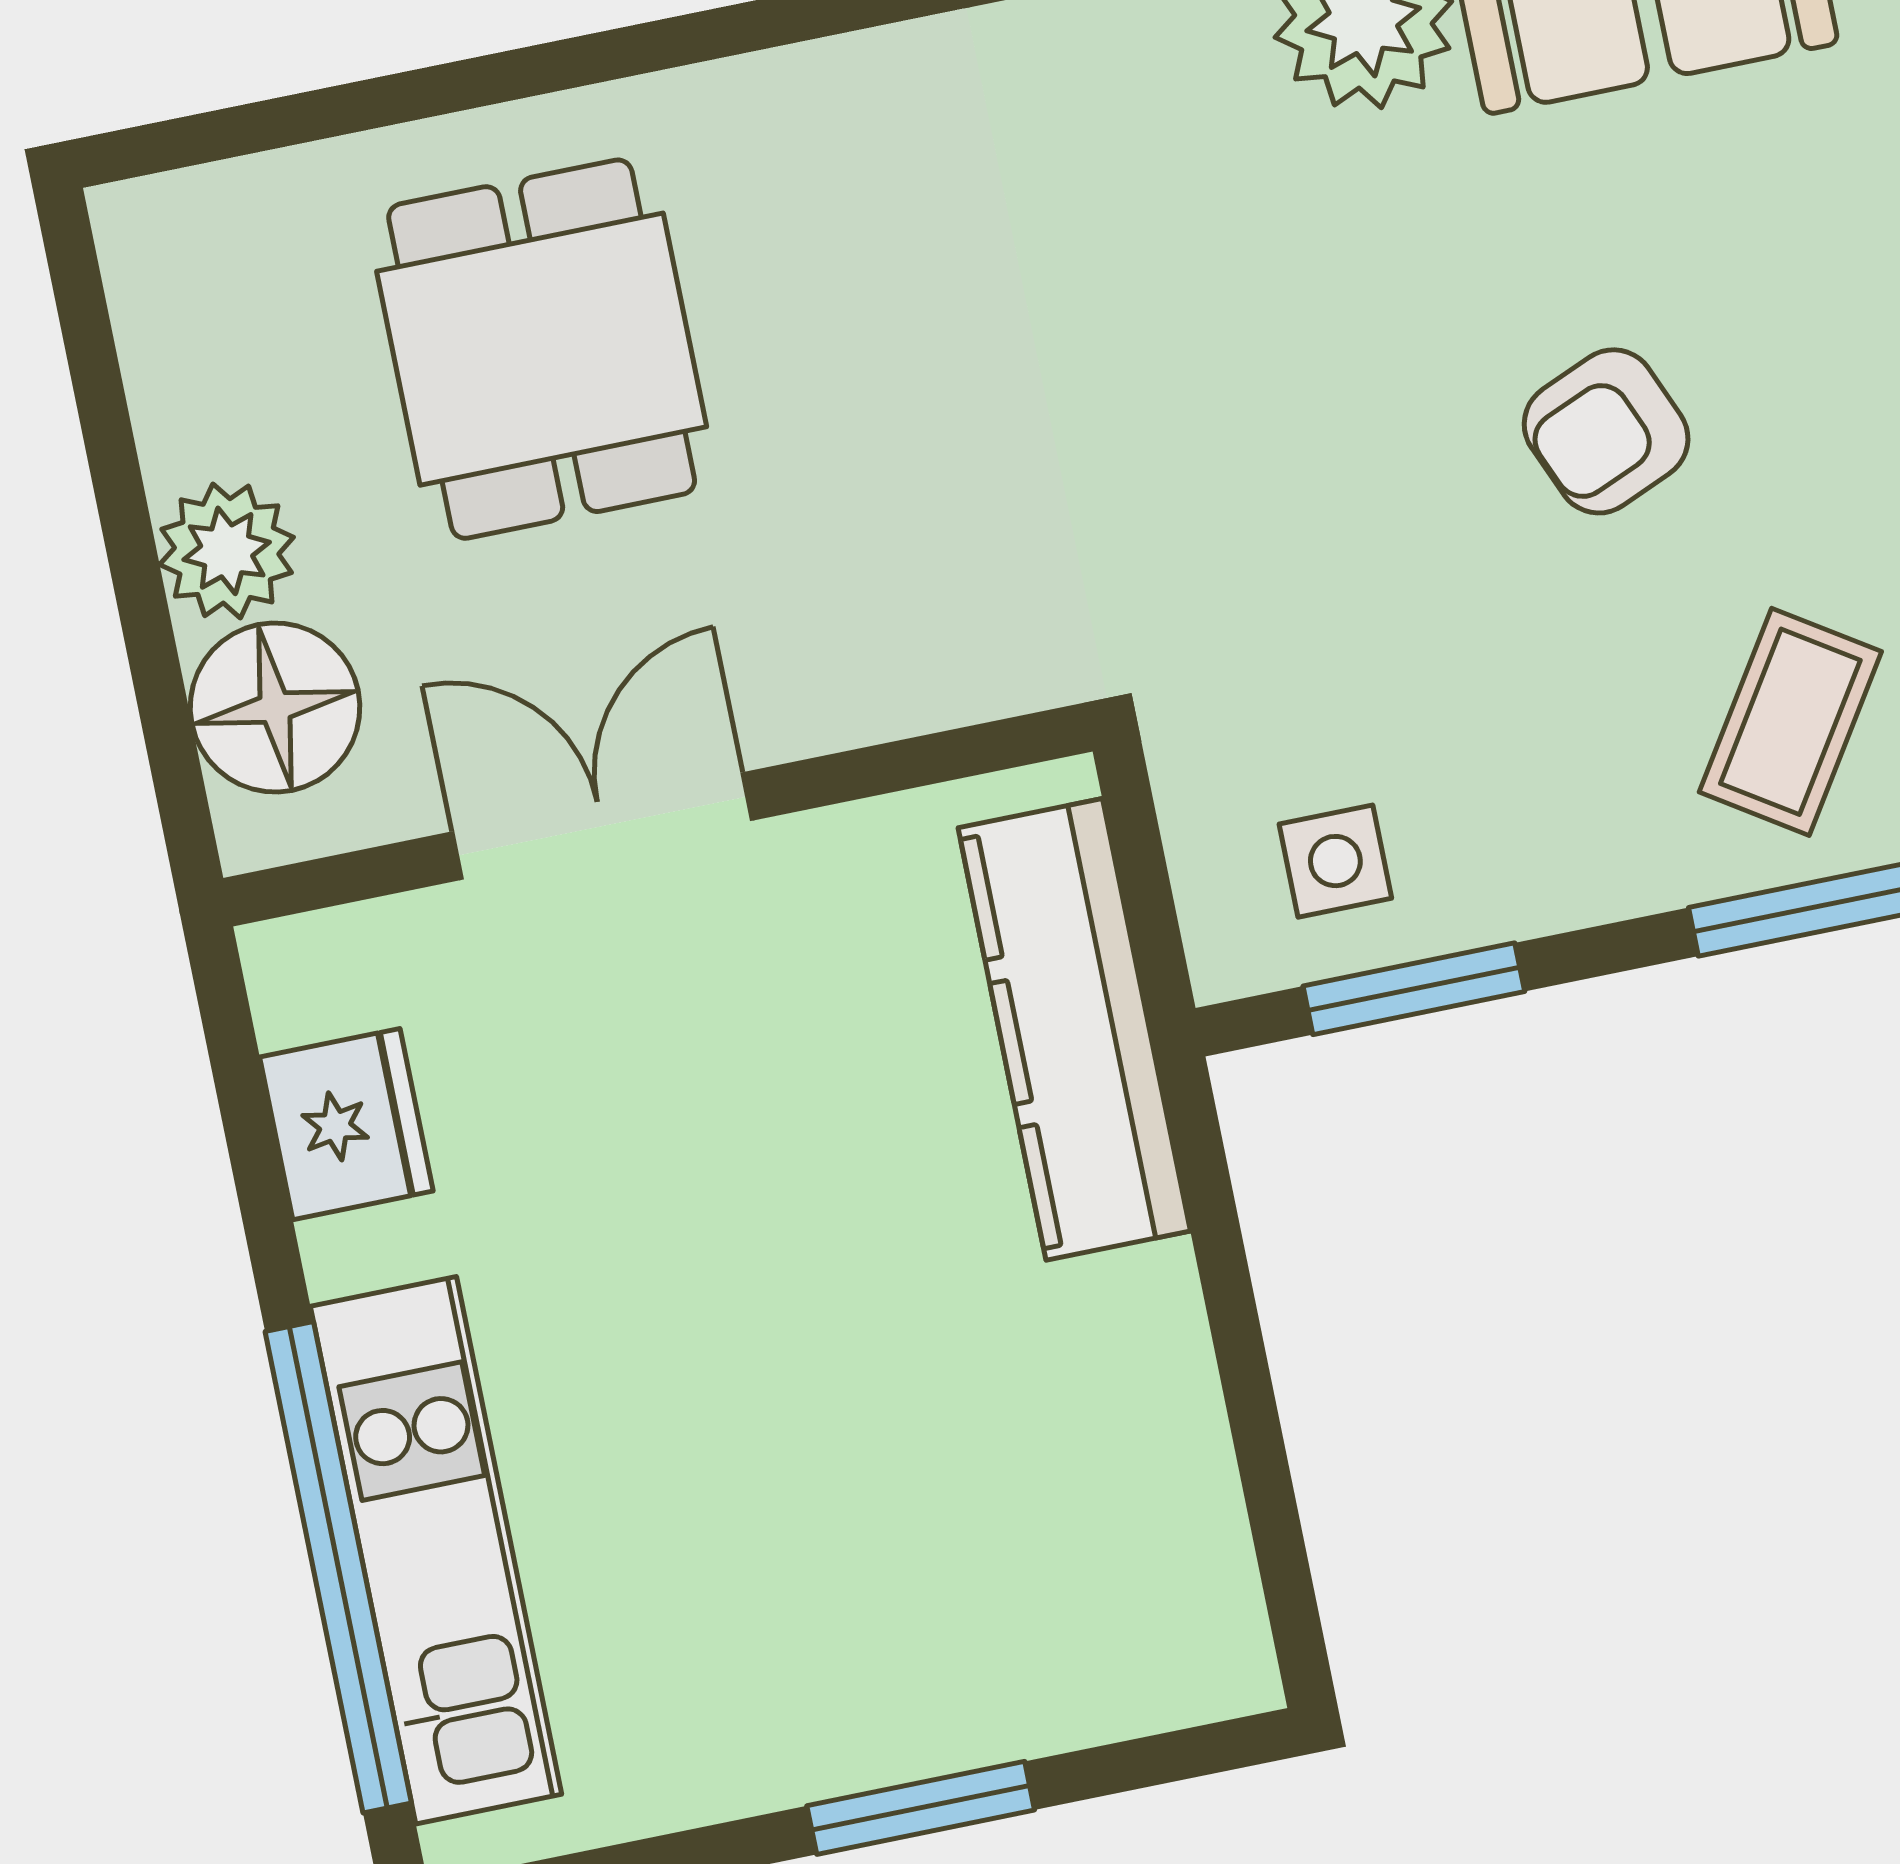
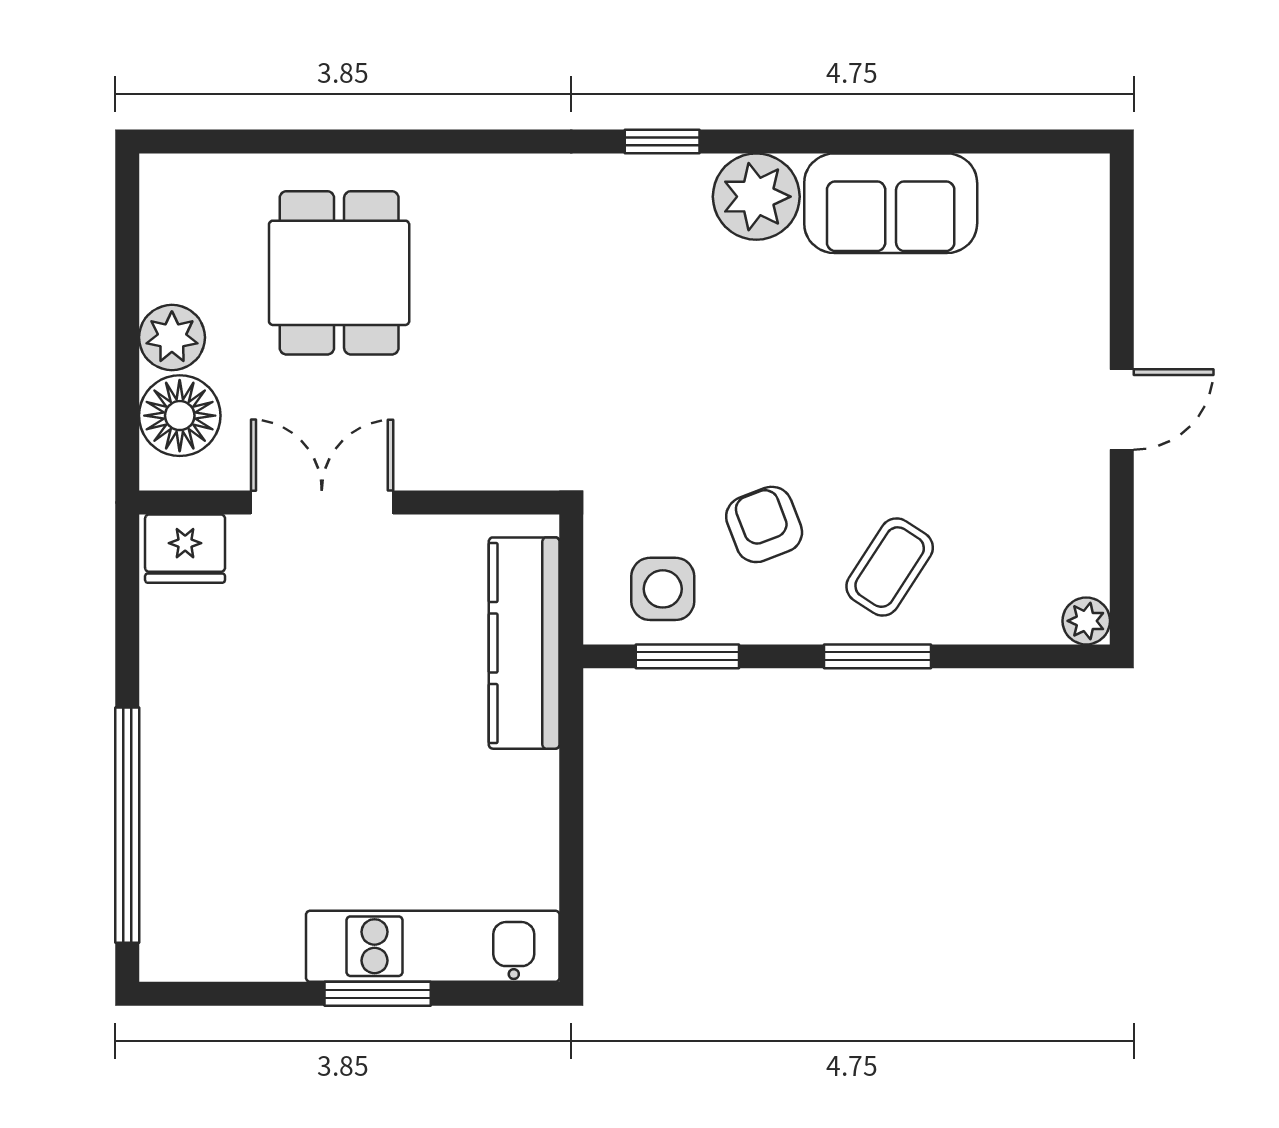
armchair: (1606, 431) -> (764, 524), moved, turned 92
side table: (1335, 861) -> (663, 589), width x1.37, depth x1.37
fridge: (346, 1124) -> (185, 549), moved, turned 90
kitchen unit: (436, 1550) -> (433, 946), moved, turned -90

